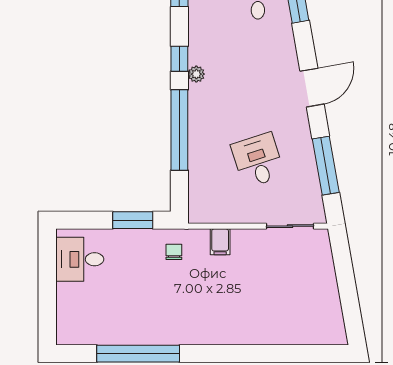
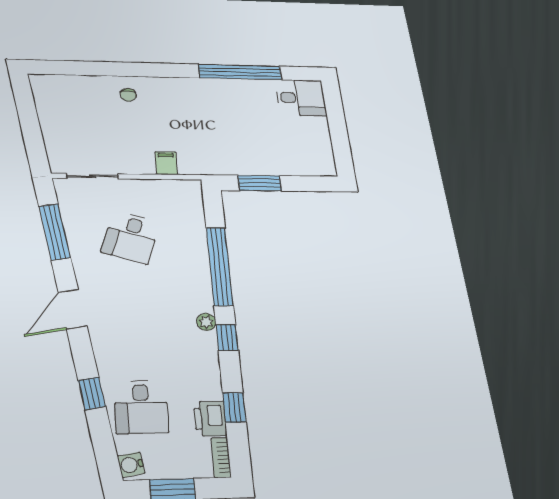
desk: (258, 160) -> (131, 237), turned 36
chair: (174, 252) -> (128, 95), moved
desk: (80, 259) -> (301, 98), moved

